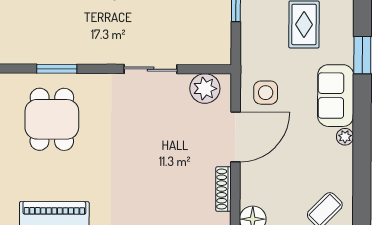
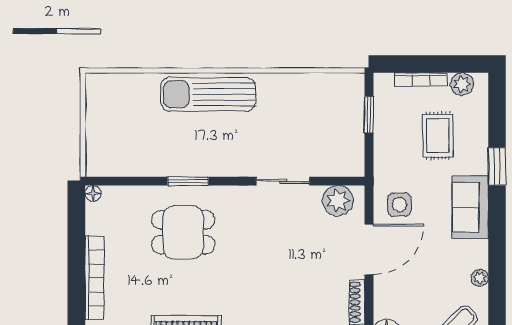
dining table: (52, 119) -> (183, 232), turned 90
plant: (345, 137) -> (480, 278), moved

